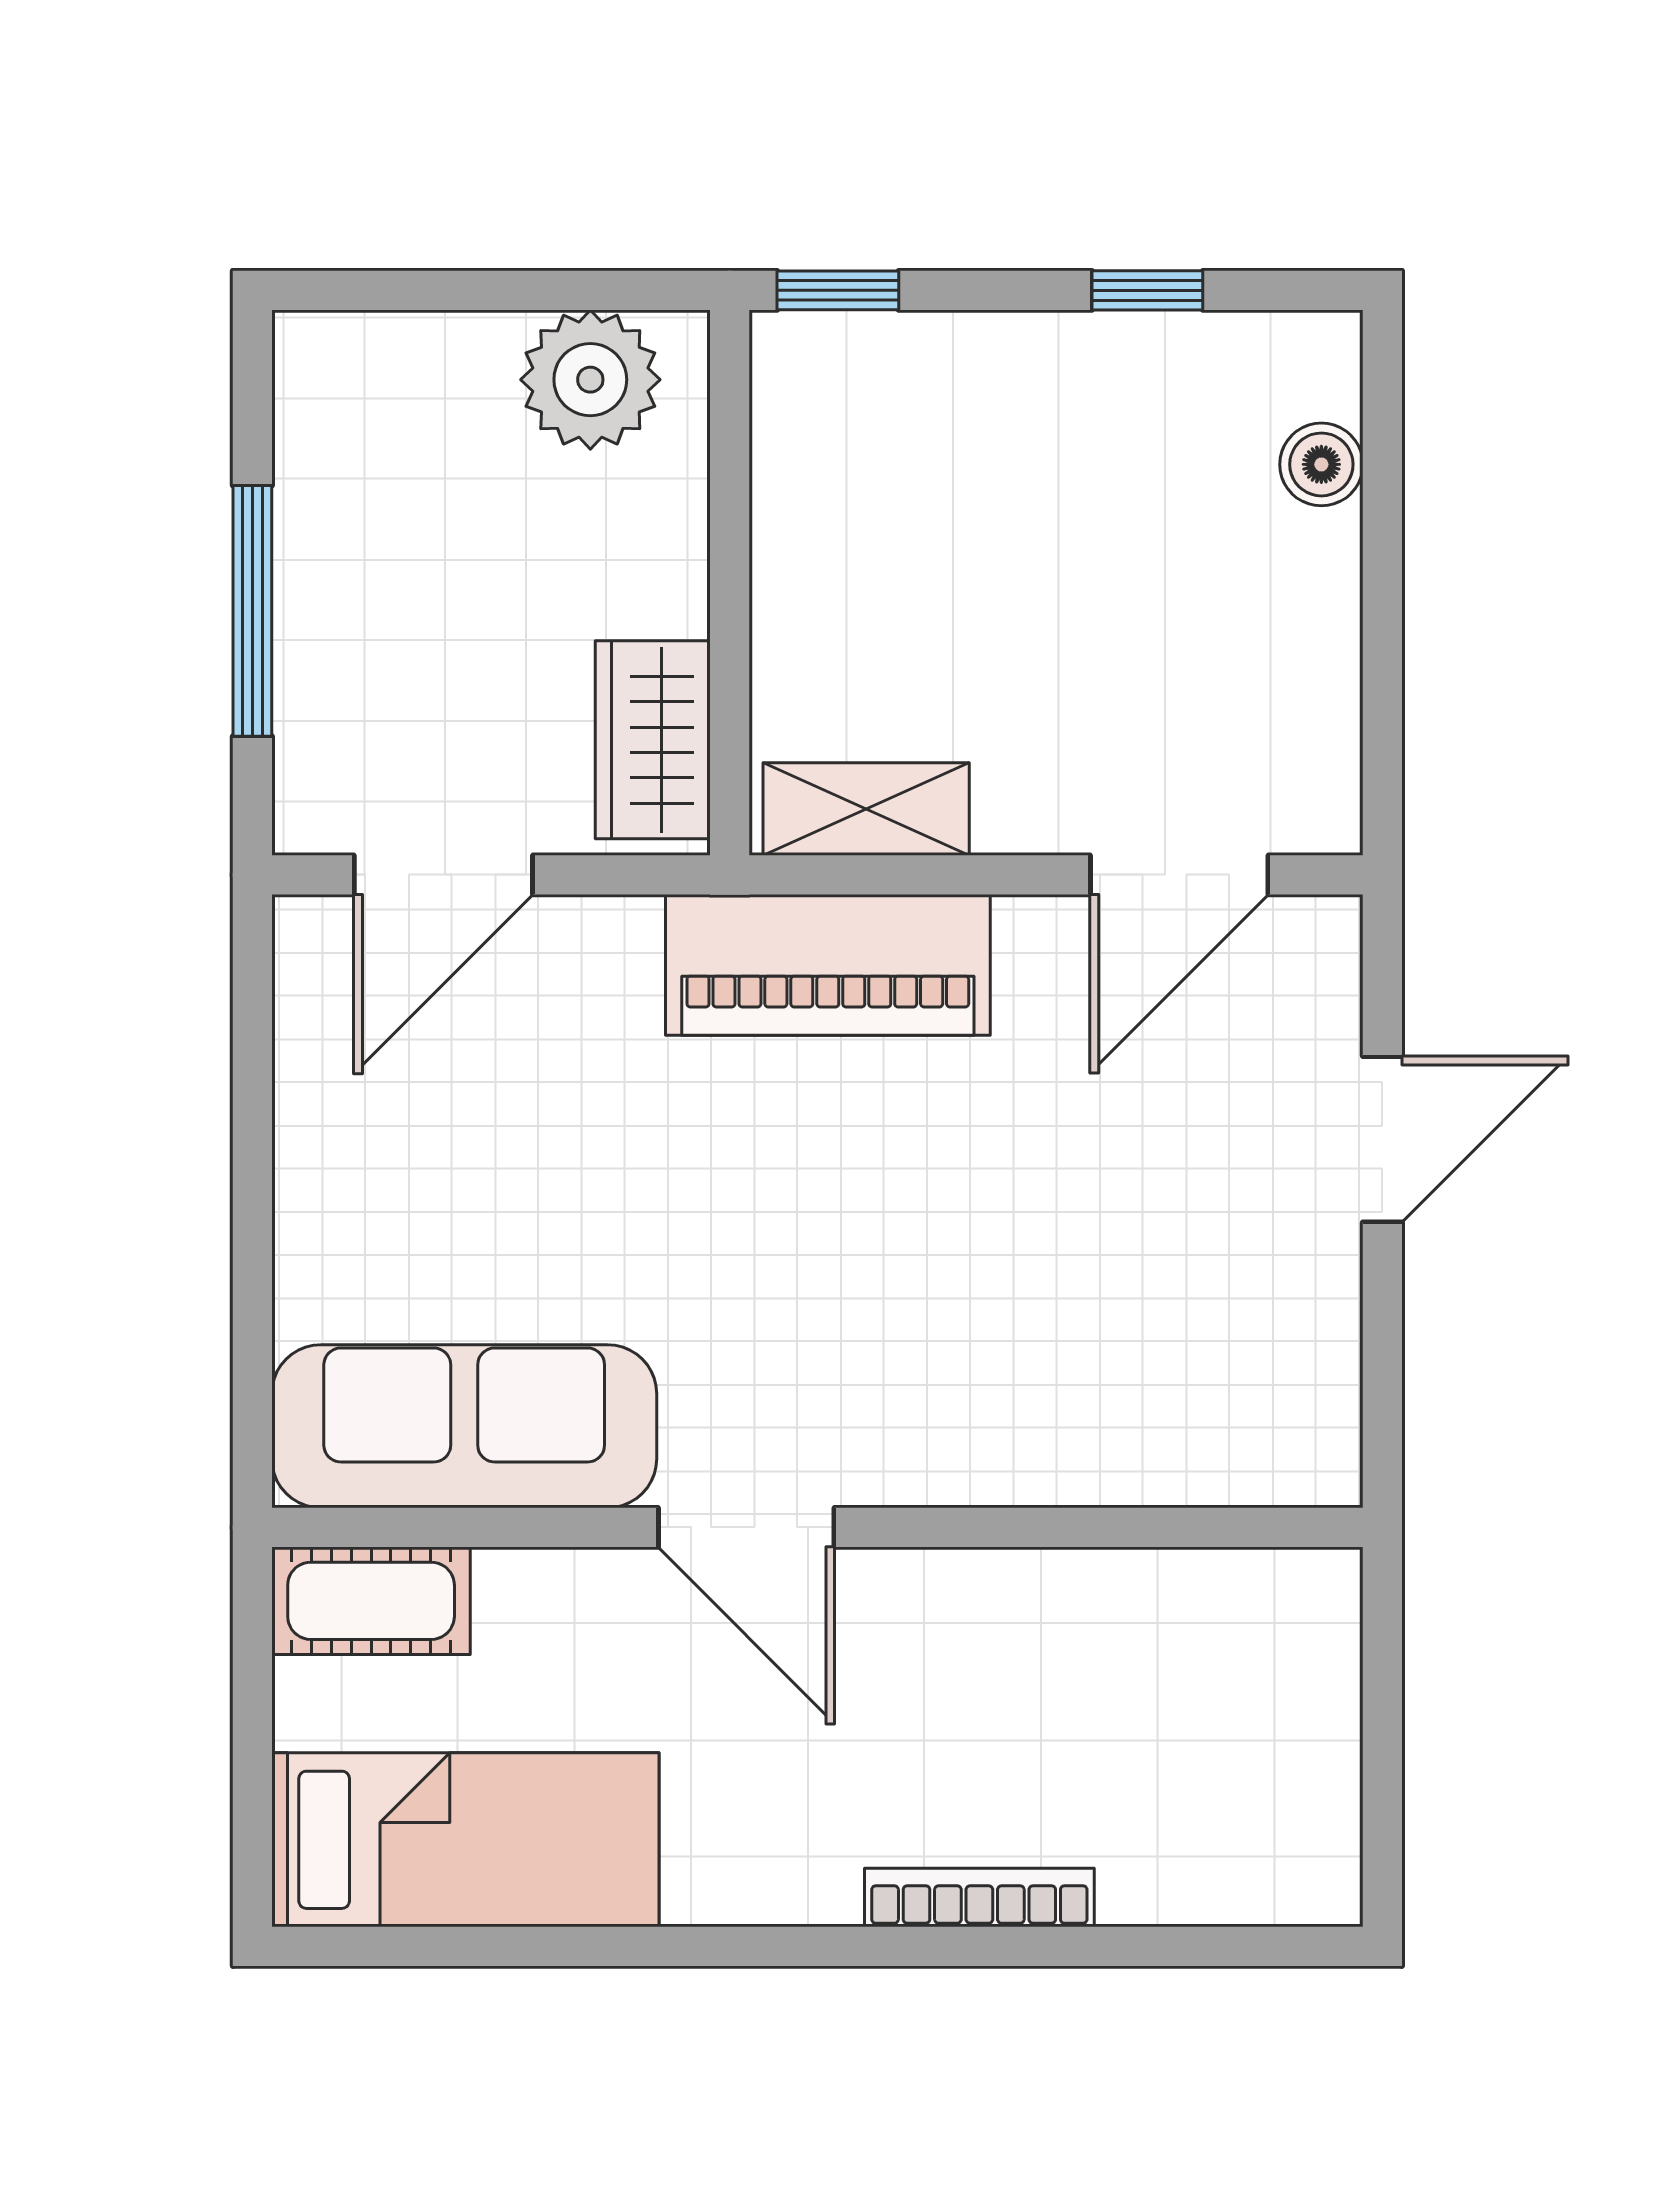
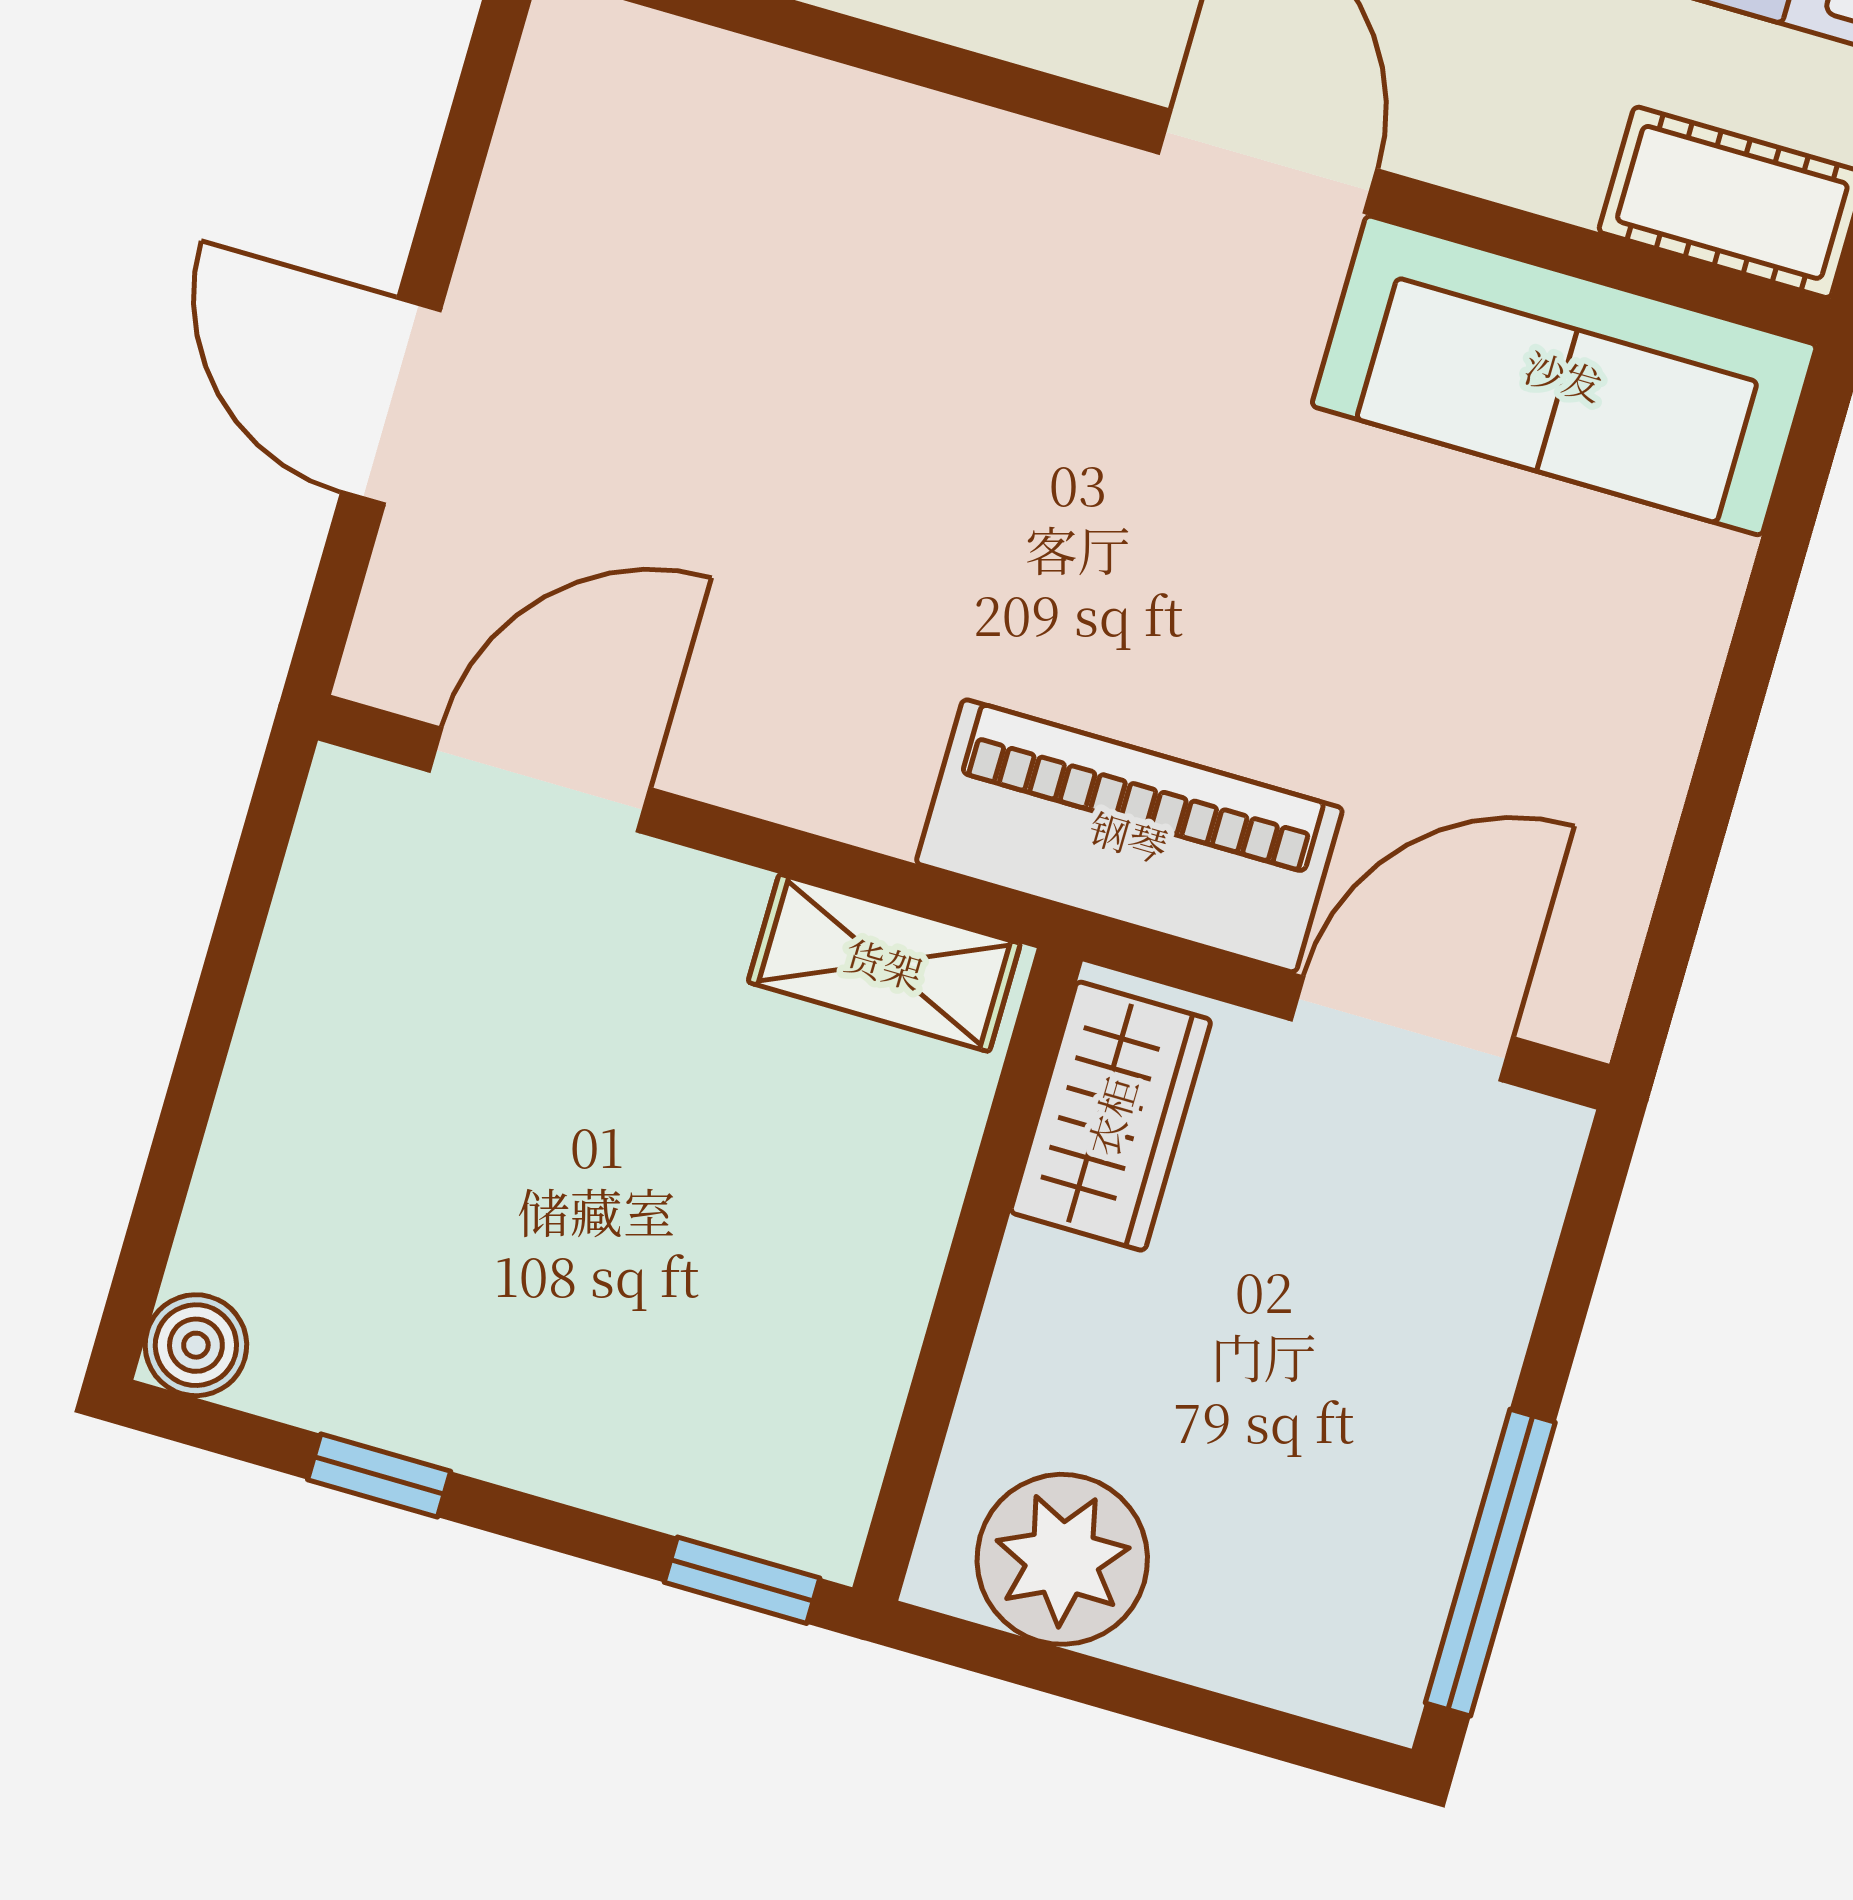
boiler: (1321, 464) -> (196, 1345), moved
window: (252, 611) -> (1490, 1563), moved
piano: (828, 965) -> (1129, 836), moved
door: (1382, 1139) -> (391, 401), hinge flipped

